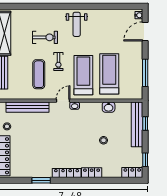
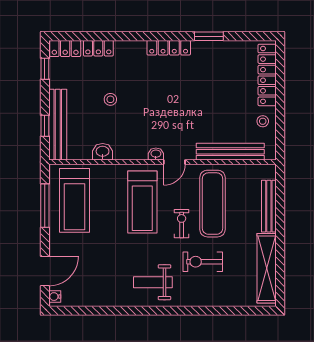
weight bench: (77, 24) -> (153, 282), turned -90
exercise mat: (39, 74) -> (212, 204), width x1.36, depth x1.45
treadmill: (109, 74) -> (74, 200), moved
locker: (92, 173) -> (98, 48), moved

